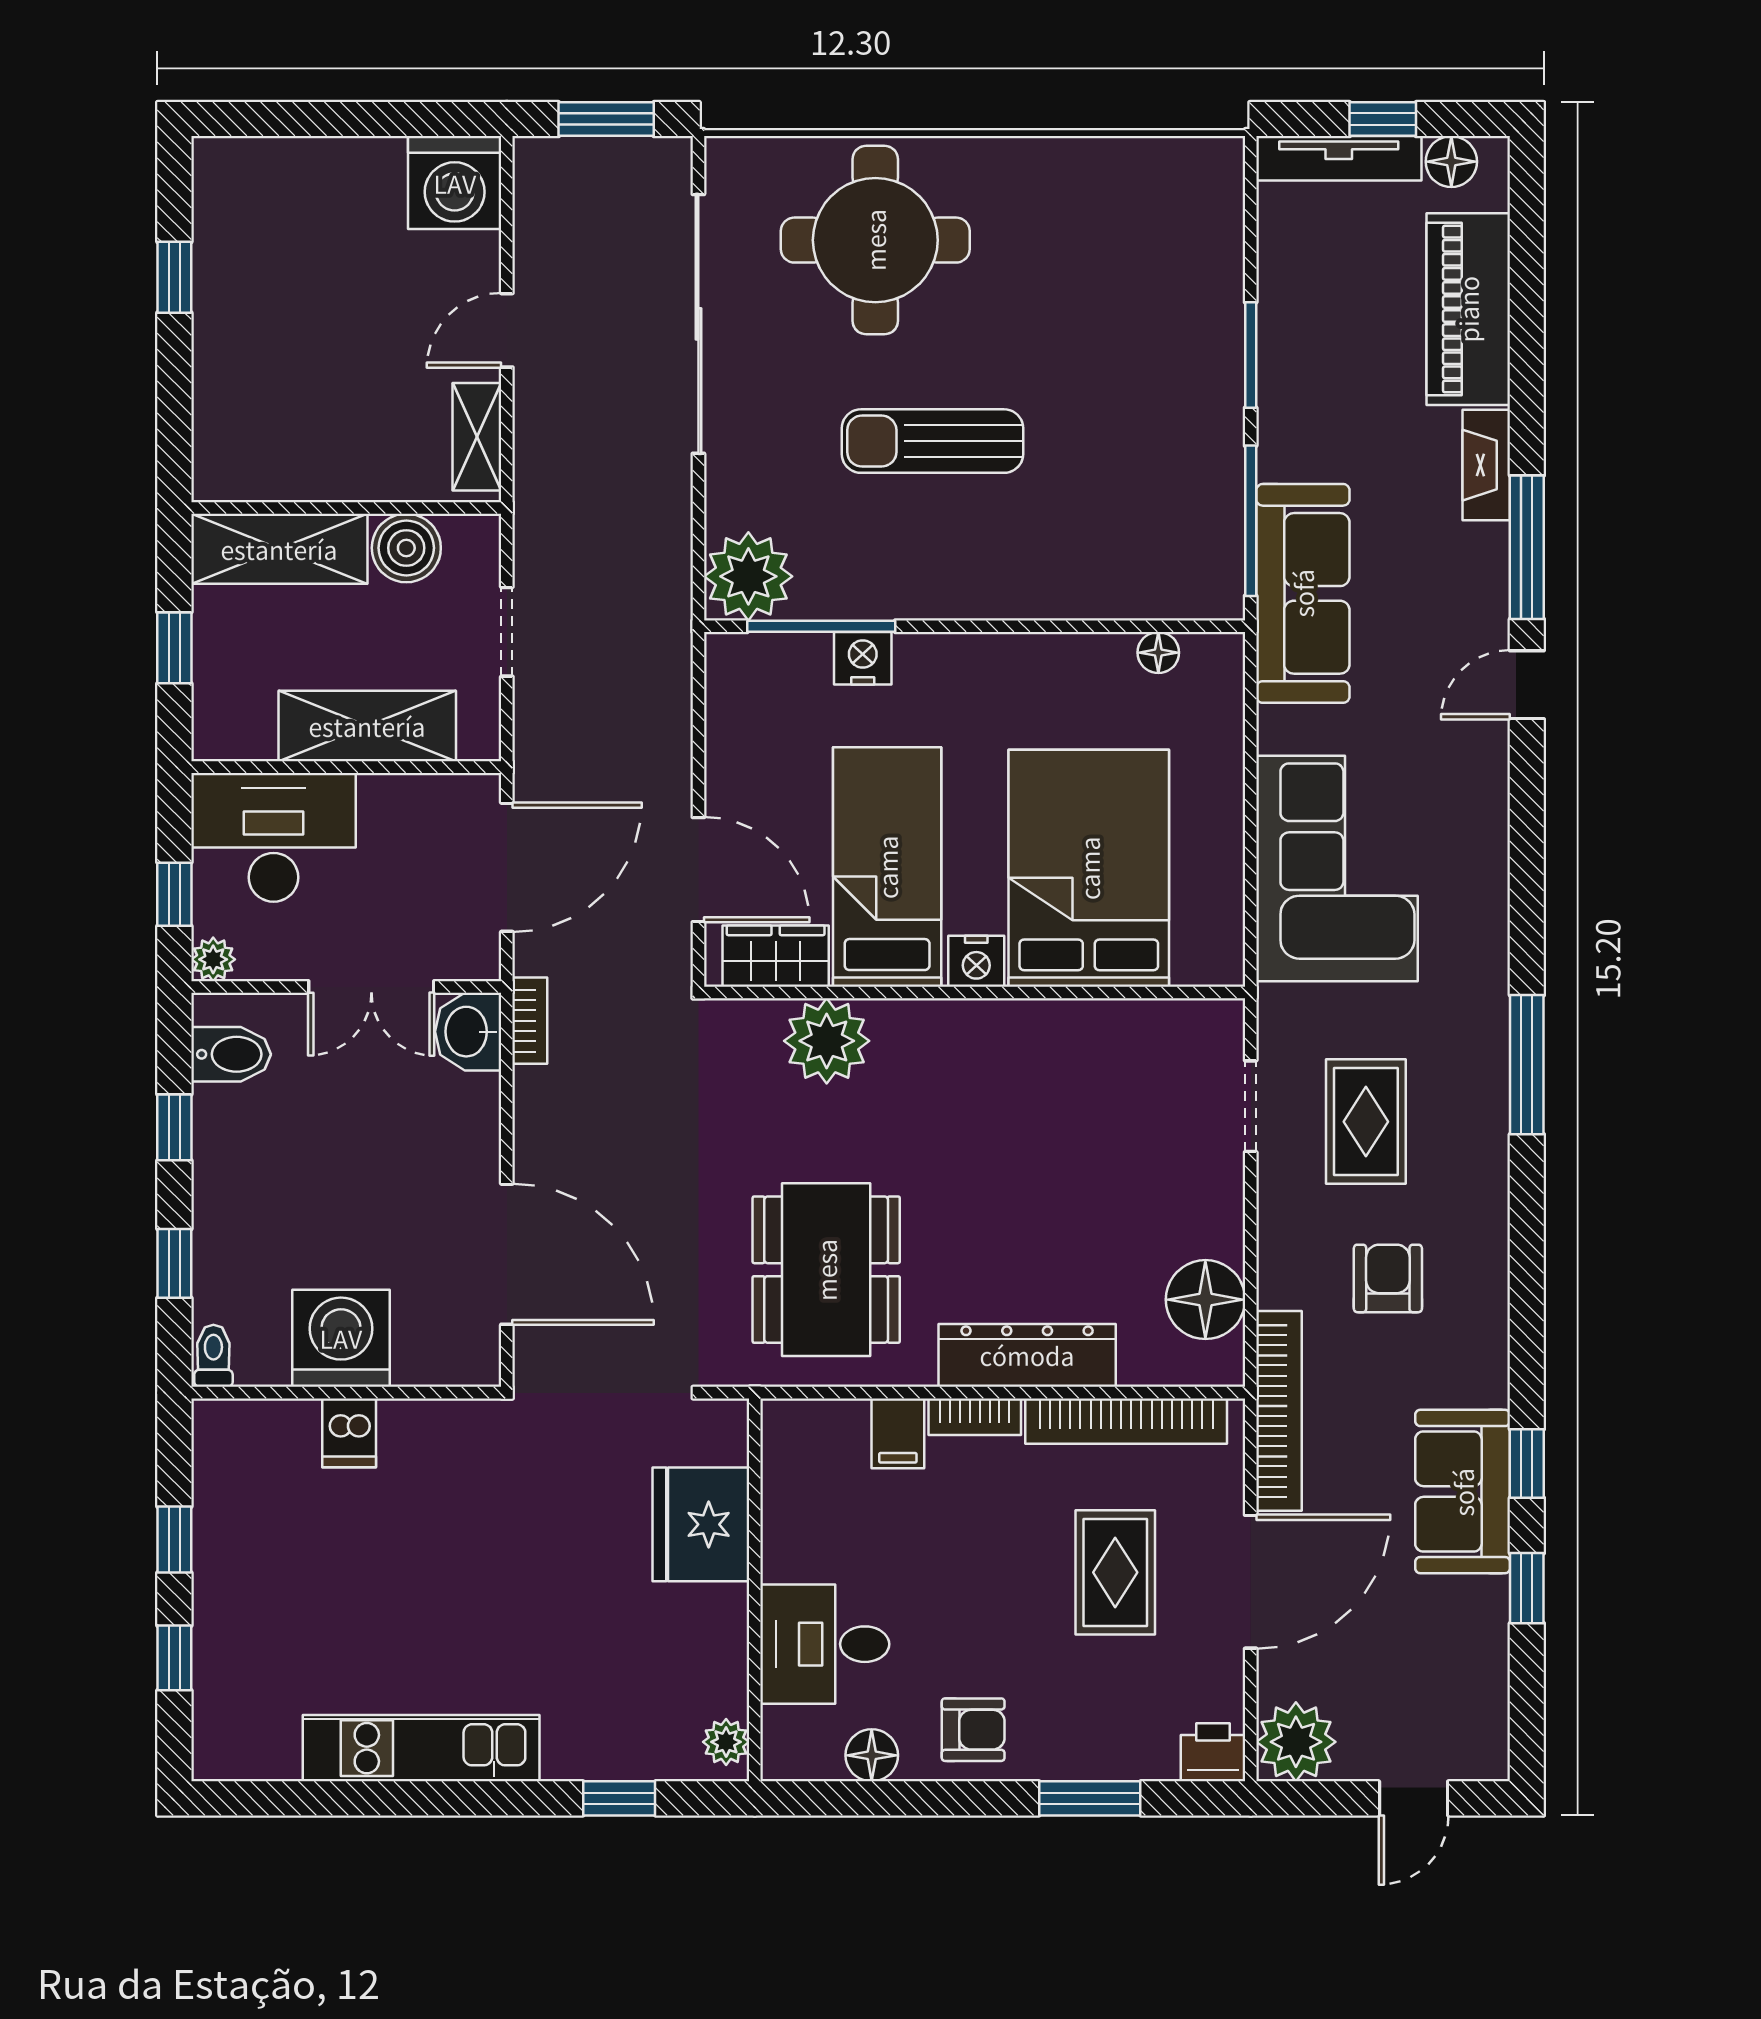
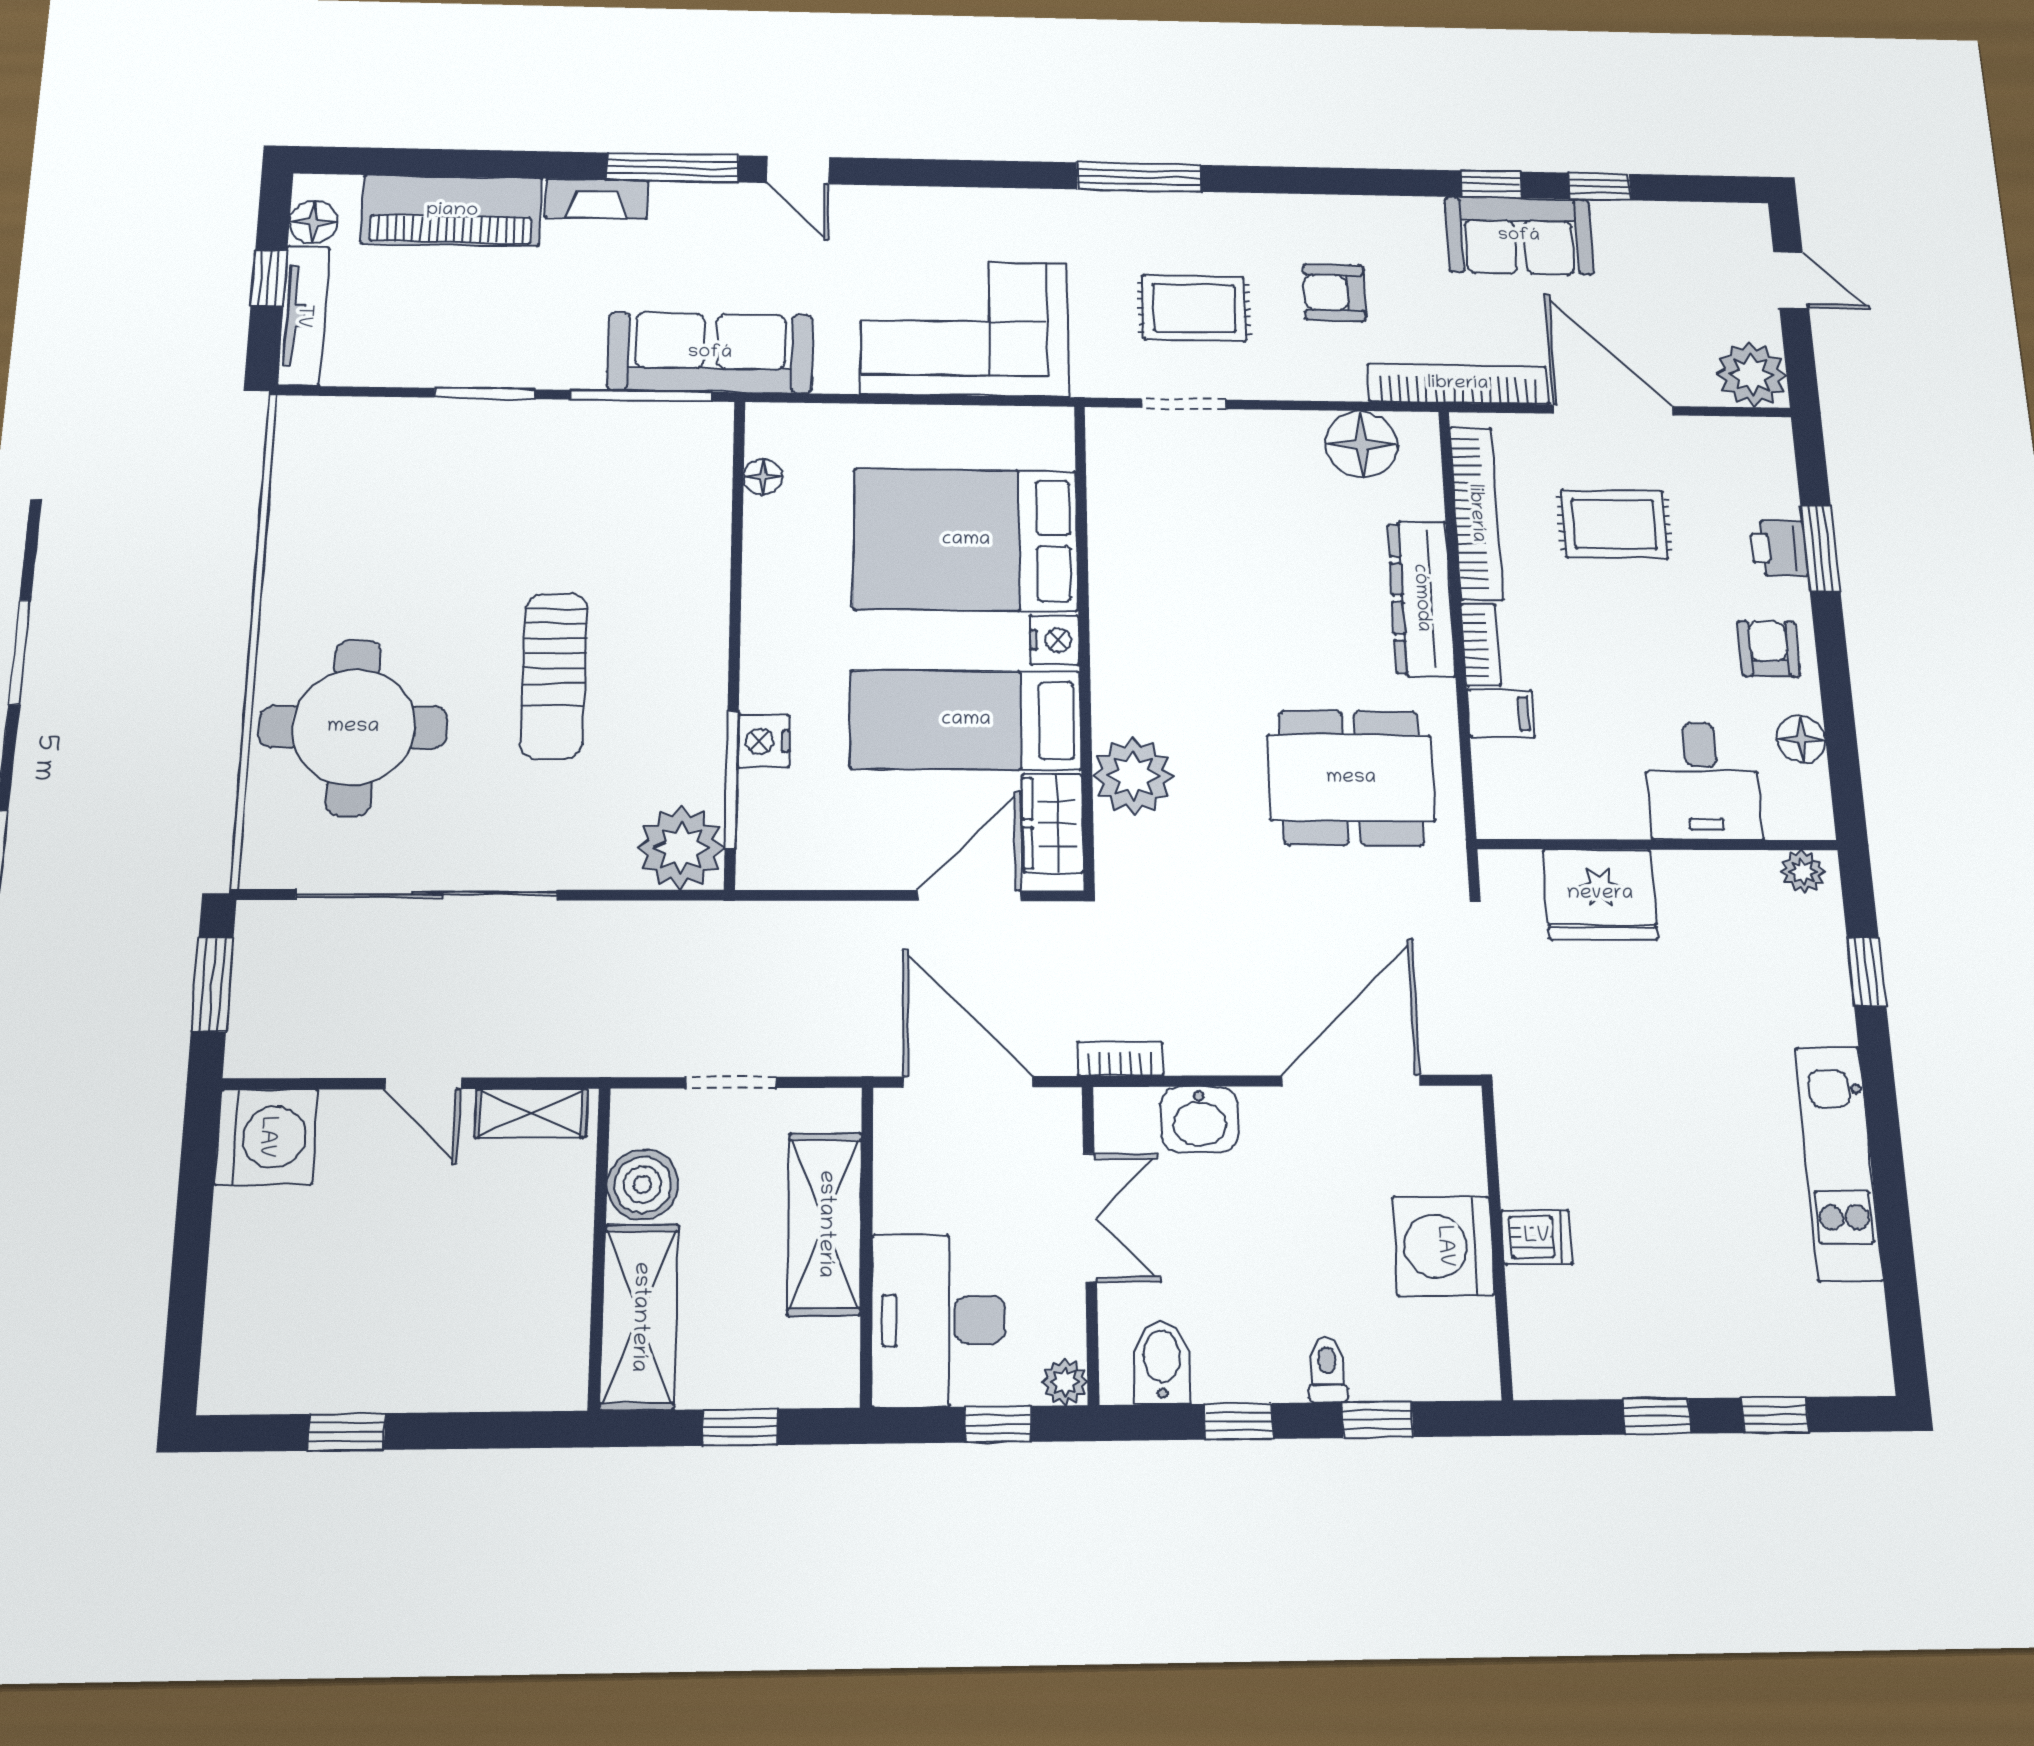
washbasin: (468, 1032) -> (1199, 1119), moved
toilet: (213, 1356) -> (1327, 1370), moved, turned 90
printer: (1213, 1752) -> (1779, 548), moved

